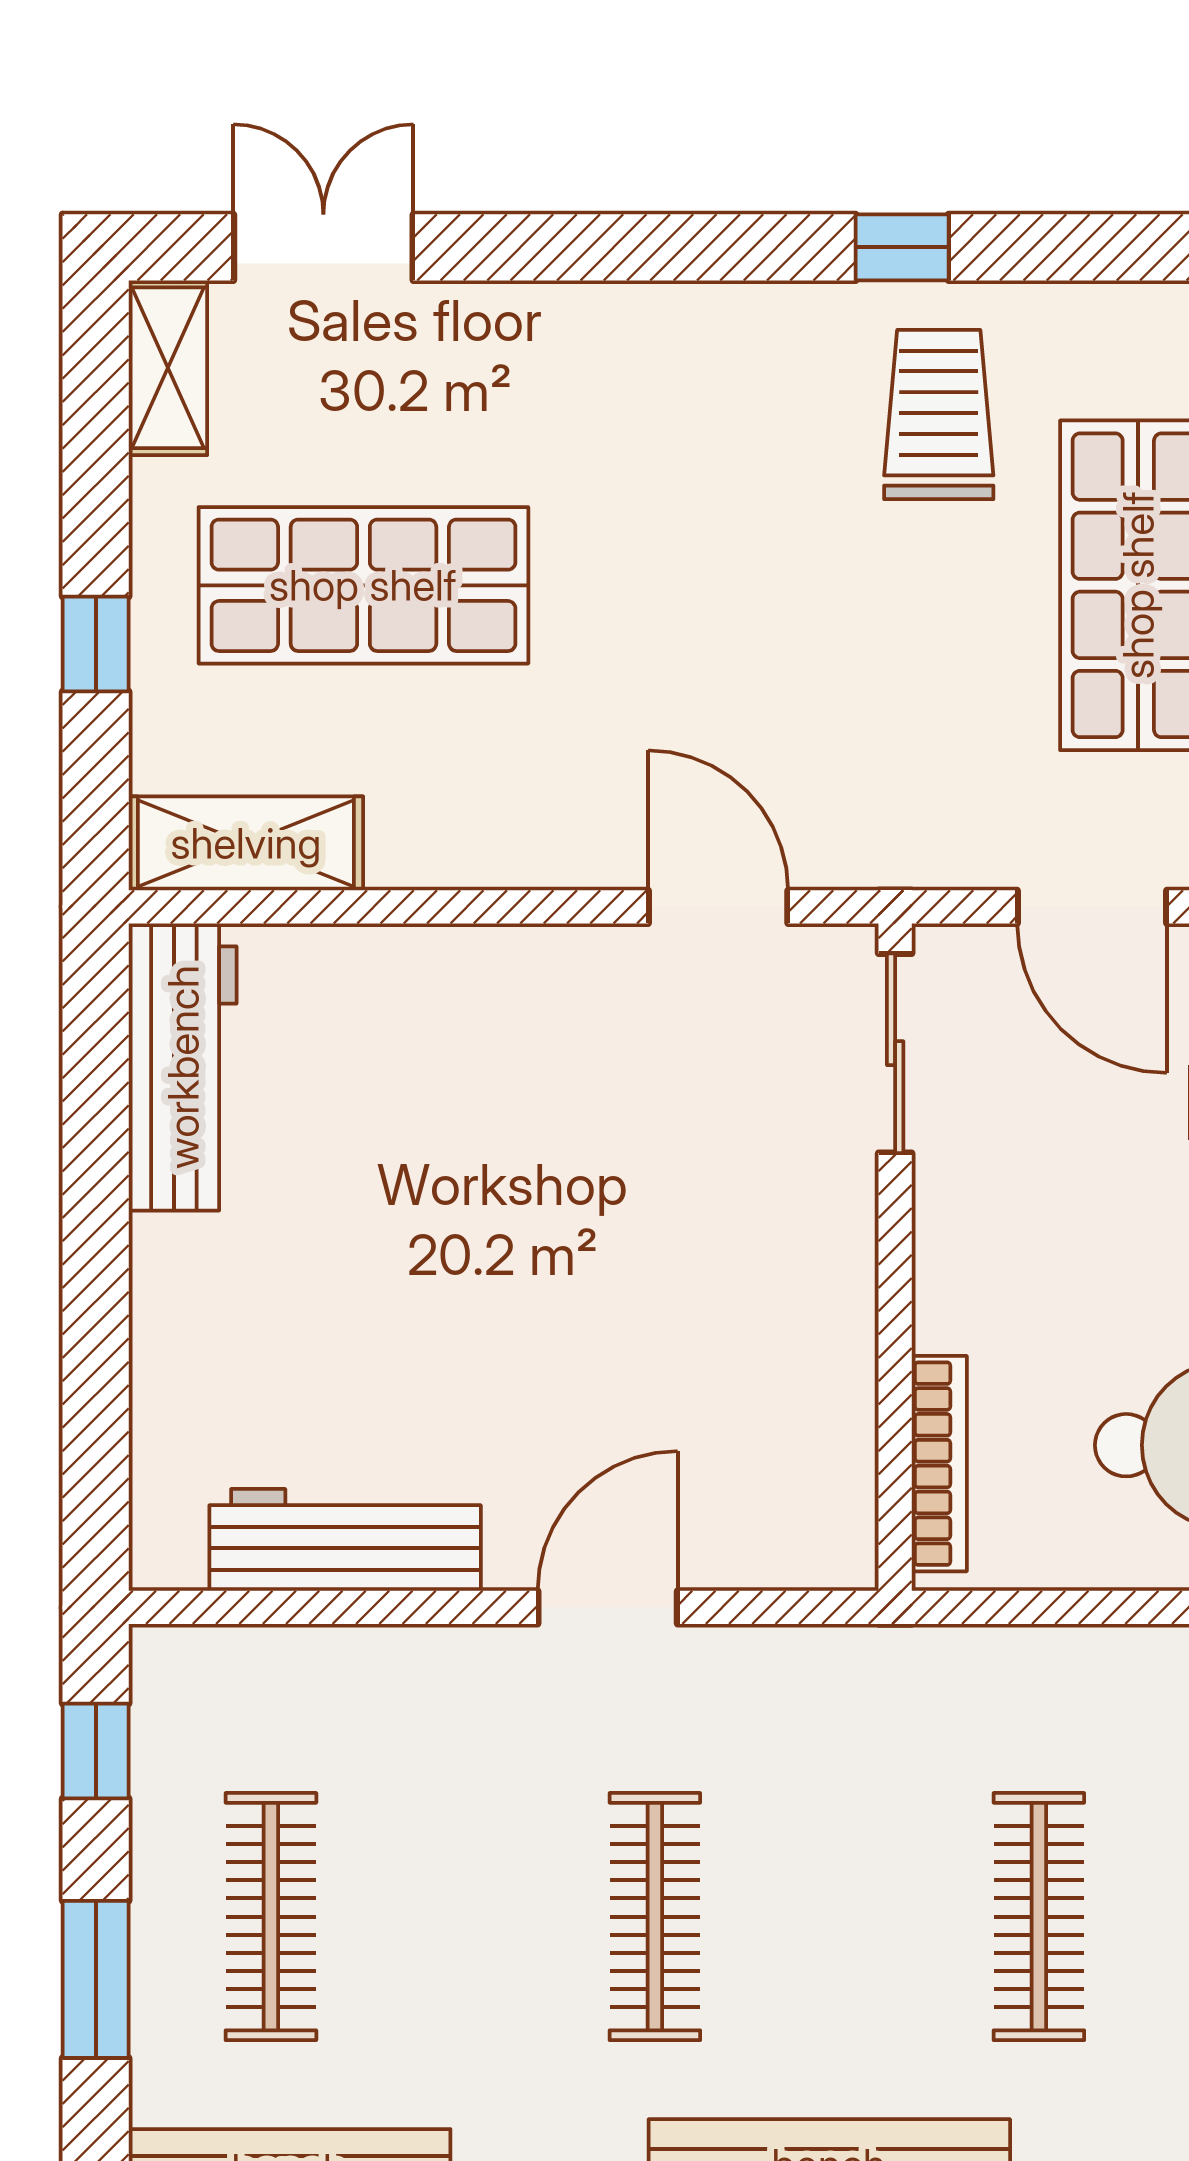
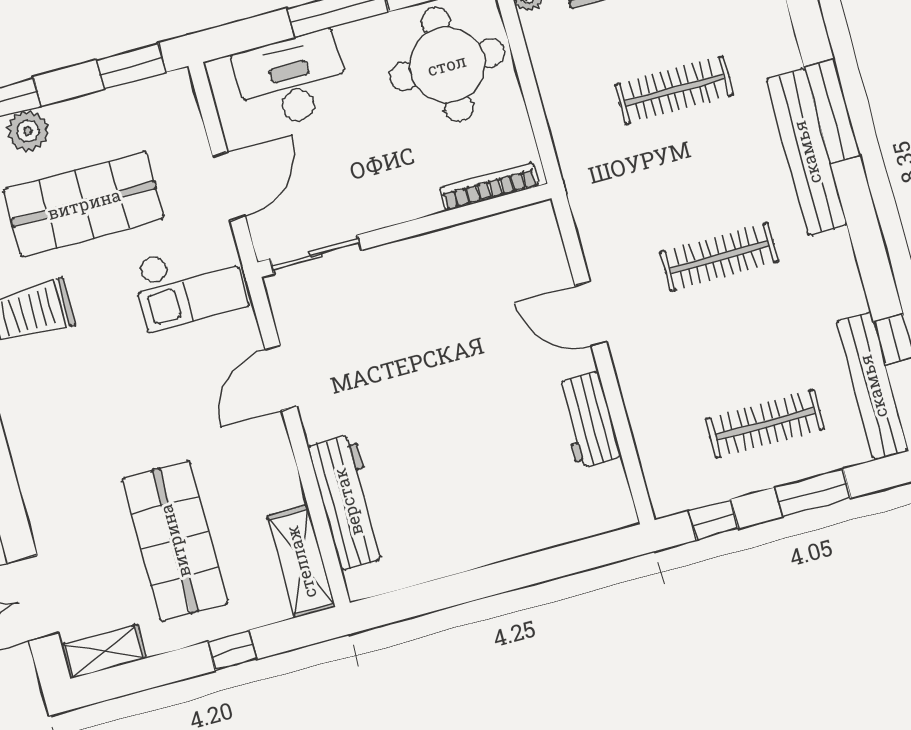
checkout: (904, 765) -> (189, 284), added
door: (718, 907) -> (281, 378), moved
workbench: (183, 1067) -> (348, 502), moved, turned 90
workbench: (345, 1540) -> (588, 420), width x0.73

